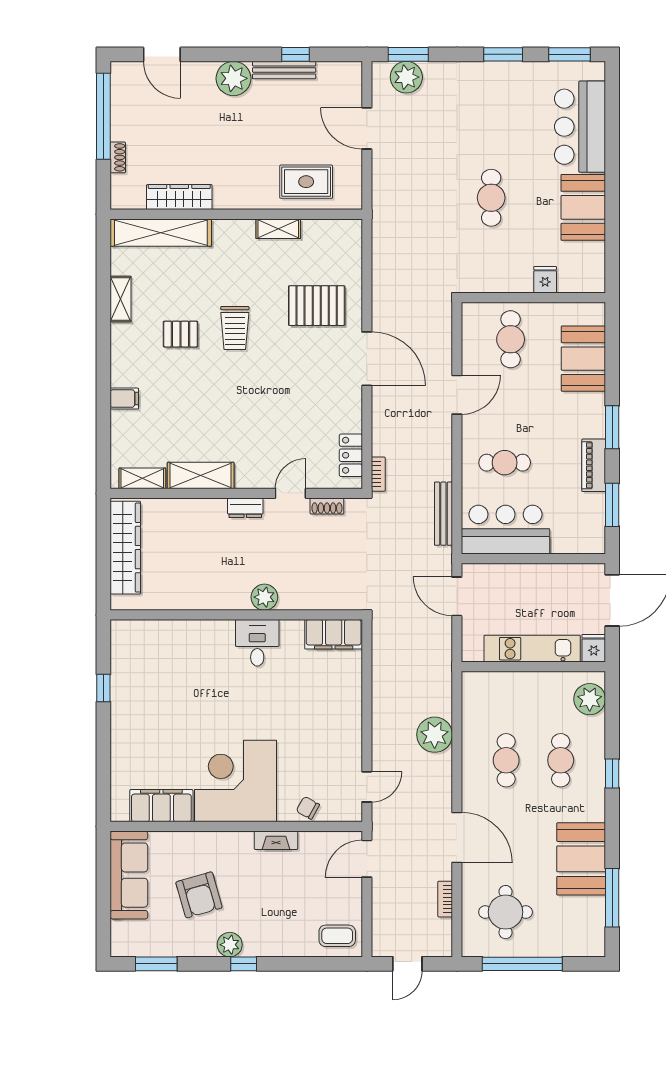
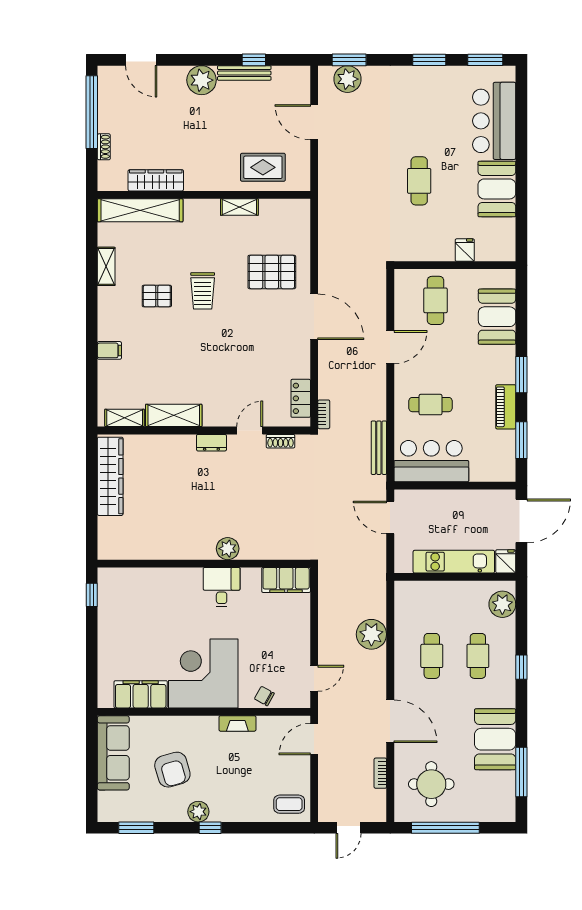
plant: (264, 597) -> (228, 549), moved
wall: (236, 615) -> (204, 564), moved
filing cabinet: (334, 634) -> (286, 580), moved
desk: (257, 643) -> (222, 587), moved

